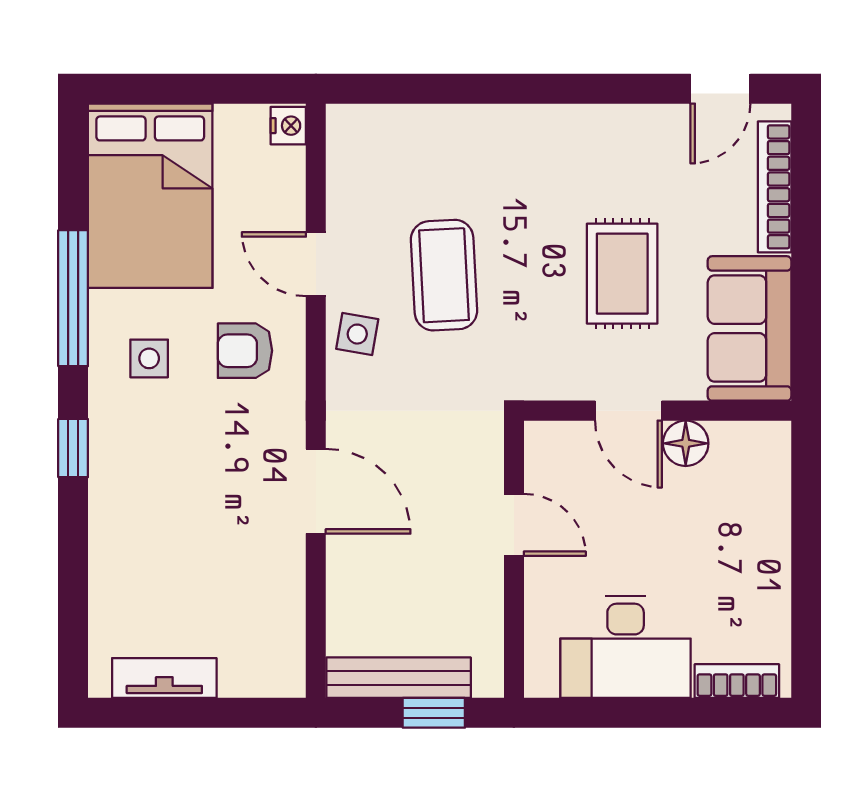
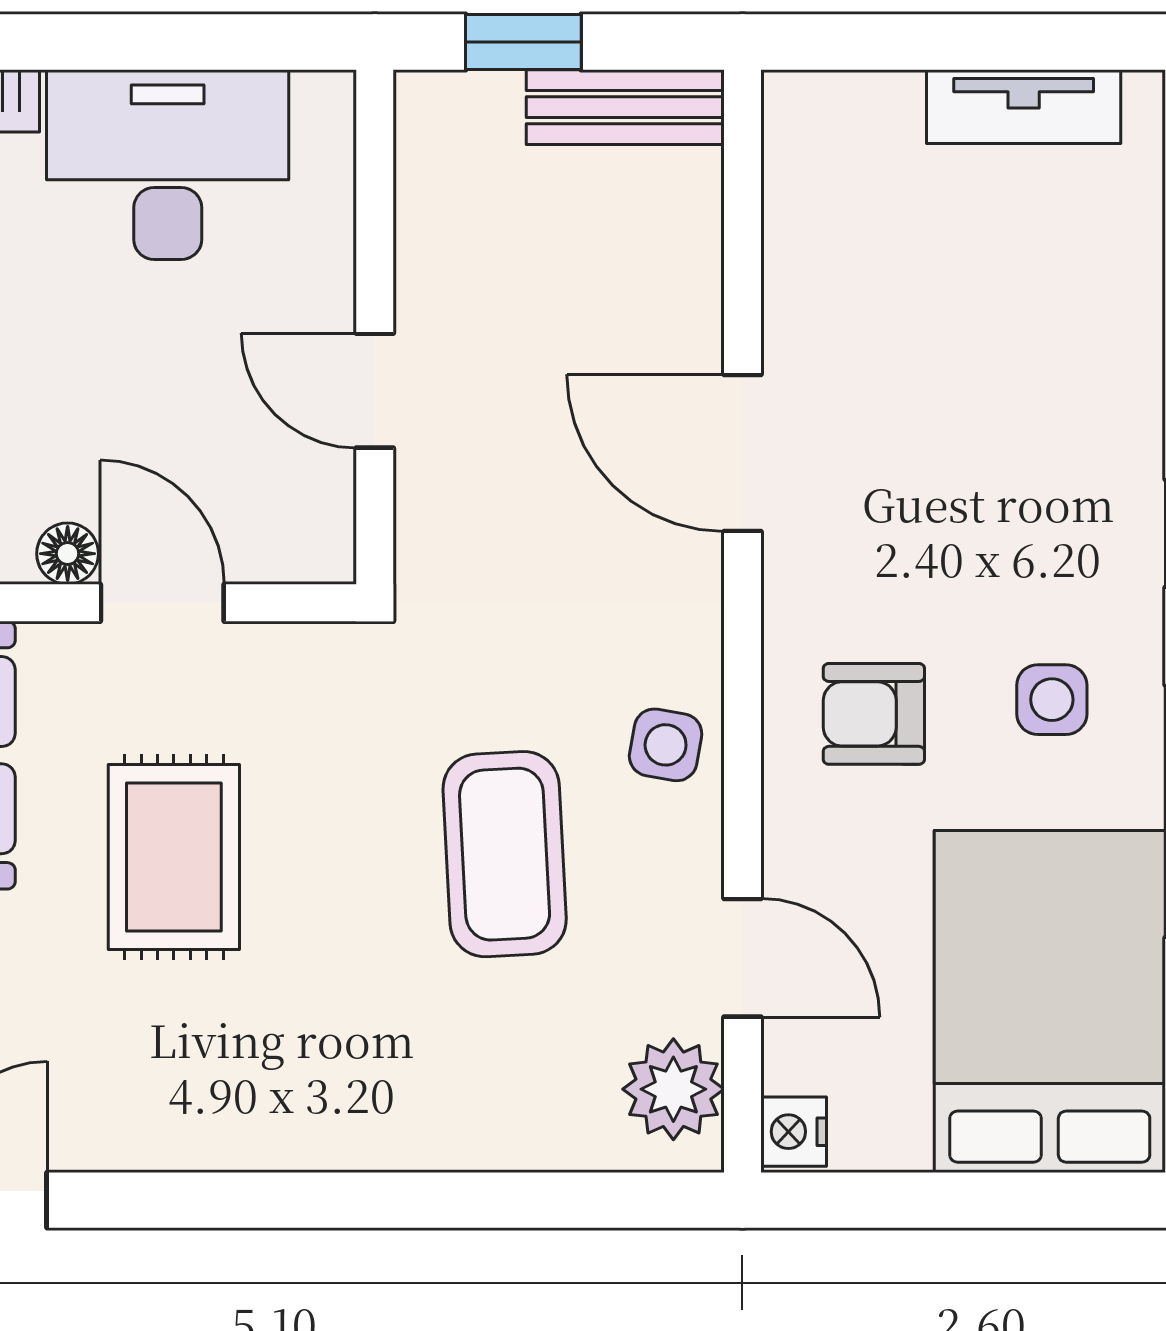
plant: (353, 148) -> (673, 1089), added
door: (316, 264) -> (742, 958), moved
armchair: (245, 351) -> (874, 714), turned 180
floor lamp: (686, 443) -> (68, 554), width x0.73, depth x0.73
bench: (399, 678) -> (625, 107), width x0.73

